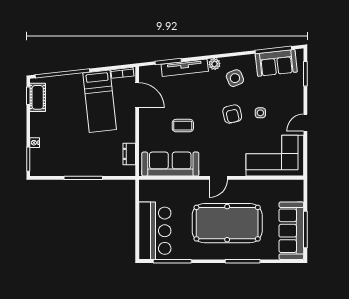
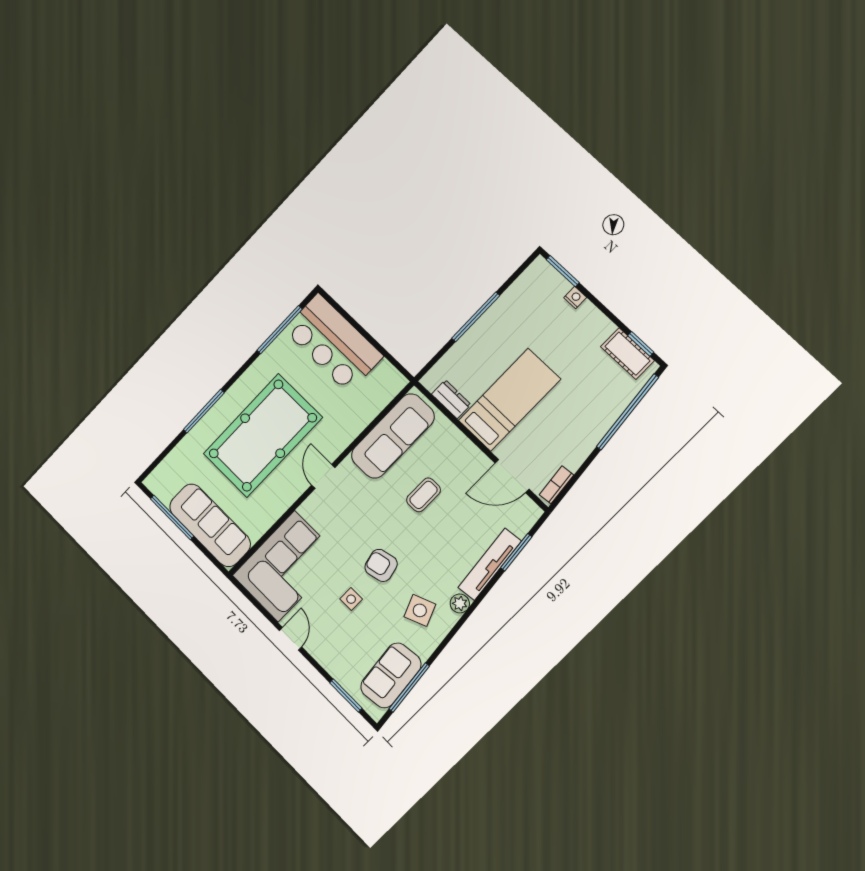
bed: (100, 101) -> (509, 400), moved, turned 96
sofa: (291, 231) -> (210, 525), moved

